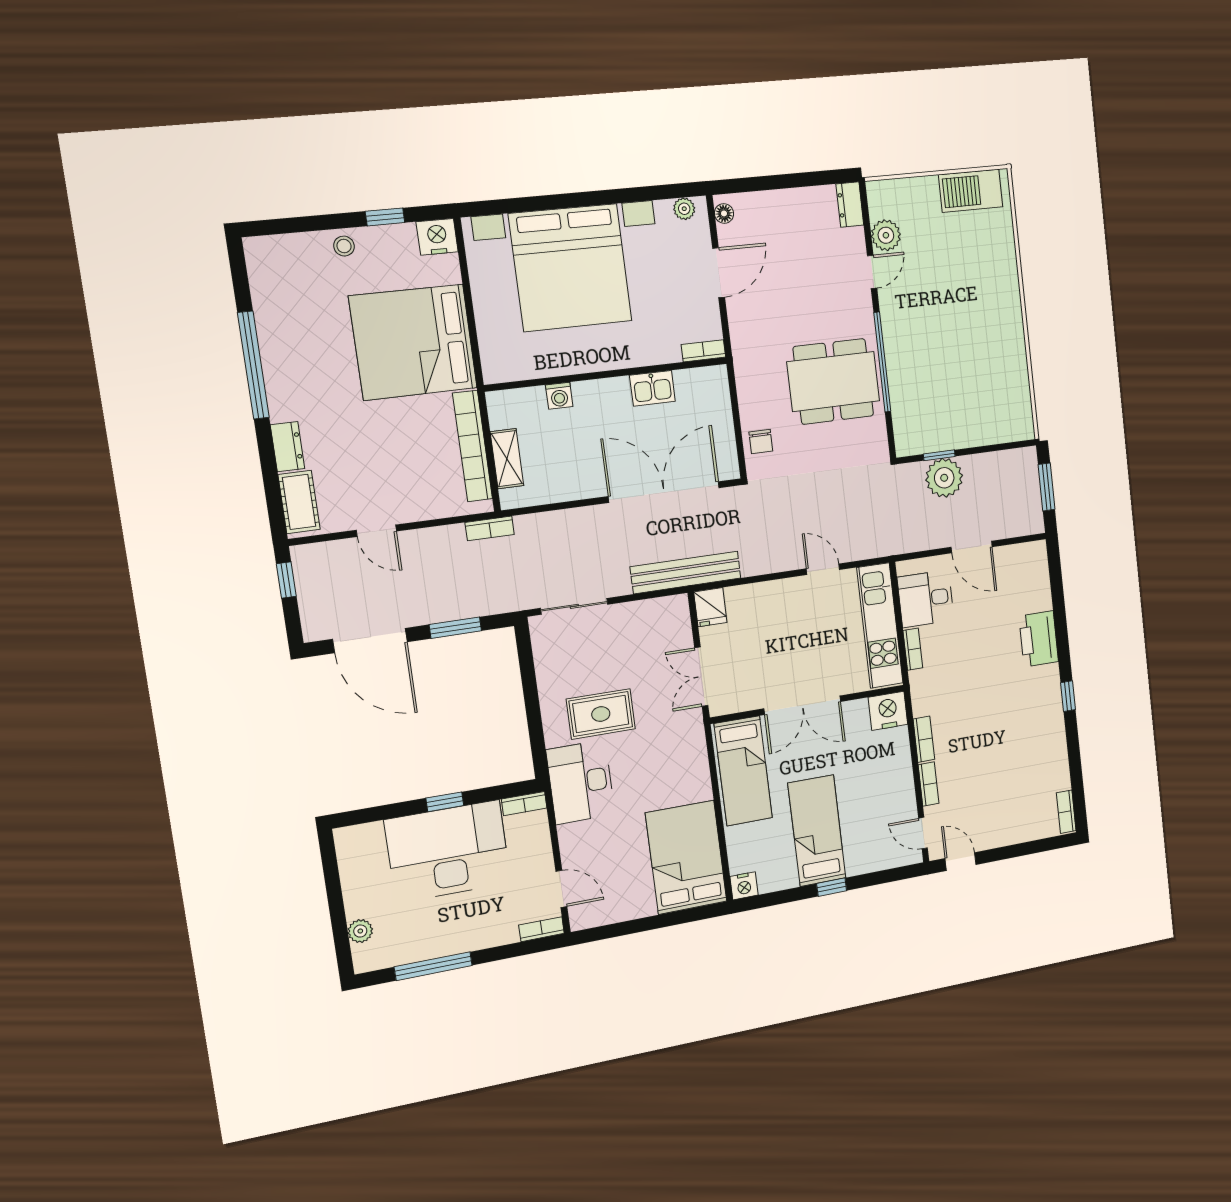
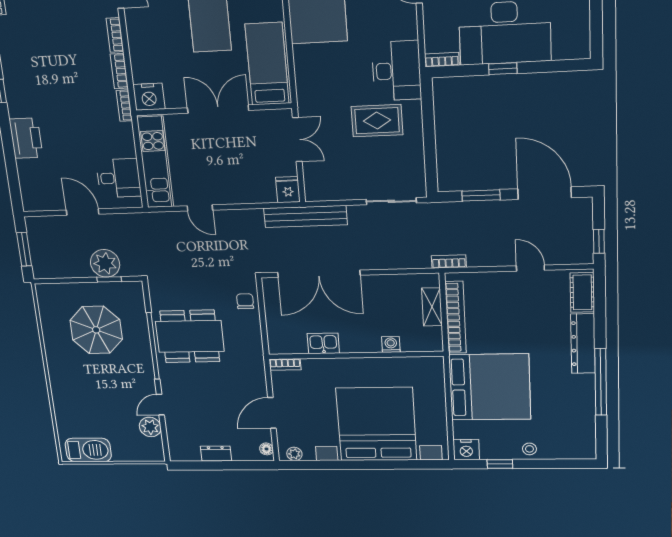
dresser: (850, 205) -> (216, 453), moved, turned -90
parasol: (957, 379) -> (96, 330), added
dresser: (287, 447) -> (583, 344), width x1.96, depth x1.24
bookcase: (913, 649) -> (124, 106), moved

